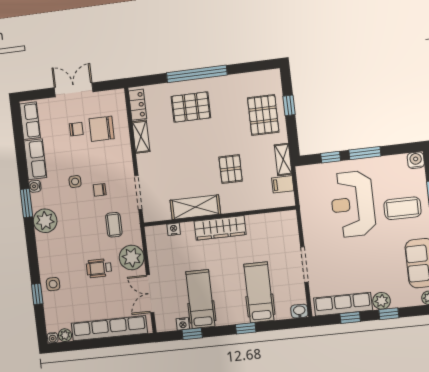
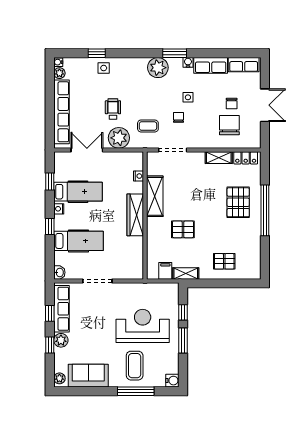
window: (289, 105) -> (229, 283), removed
pallet: (263, 115) -> (224, 261), width x0.67, depth x0.71
nightstand: (183, 324) -> (59, 209), moved

